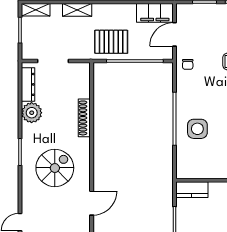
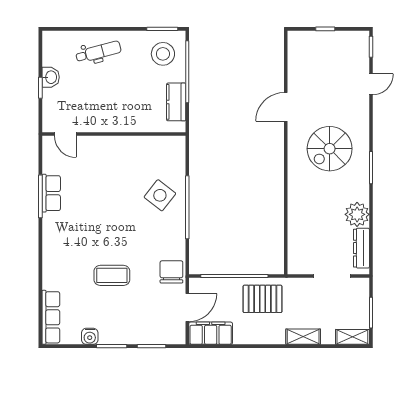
chair: (188, 64) -> (171, 272), width x1.87, depth x1.87
shoe rack: (84, 118) -> (294, 208), removed
side table: (197, 129) -> (160, 195), turned 38
kitchen counter: (192, 190) -> (176, 102), moved, turned -90

